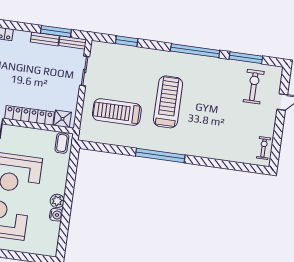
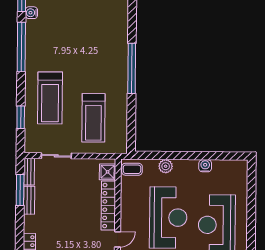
water cooler: (227, 65) -> (31, 13), added
treadmill: (168, 102) -> (50, 98), moved, turned -90
plant: (57, 201) -> (166, 166), moved

